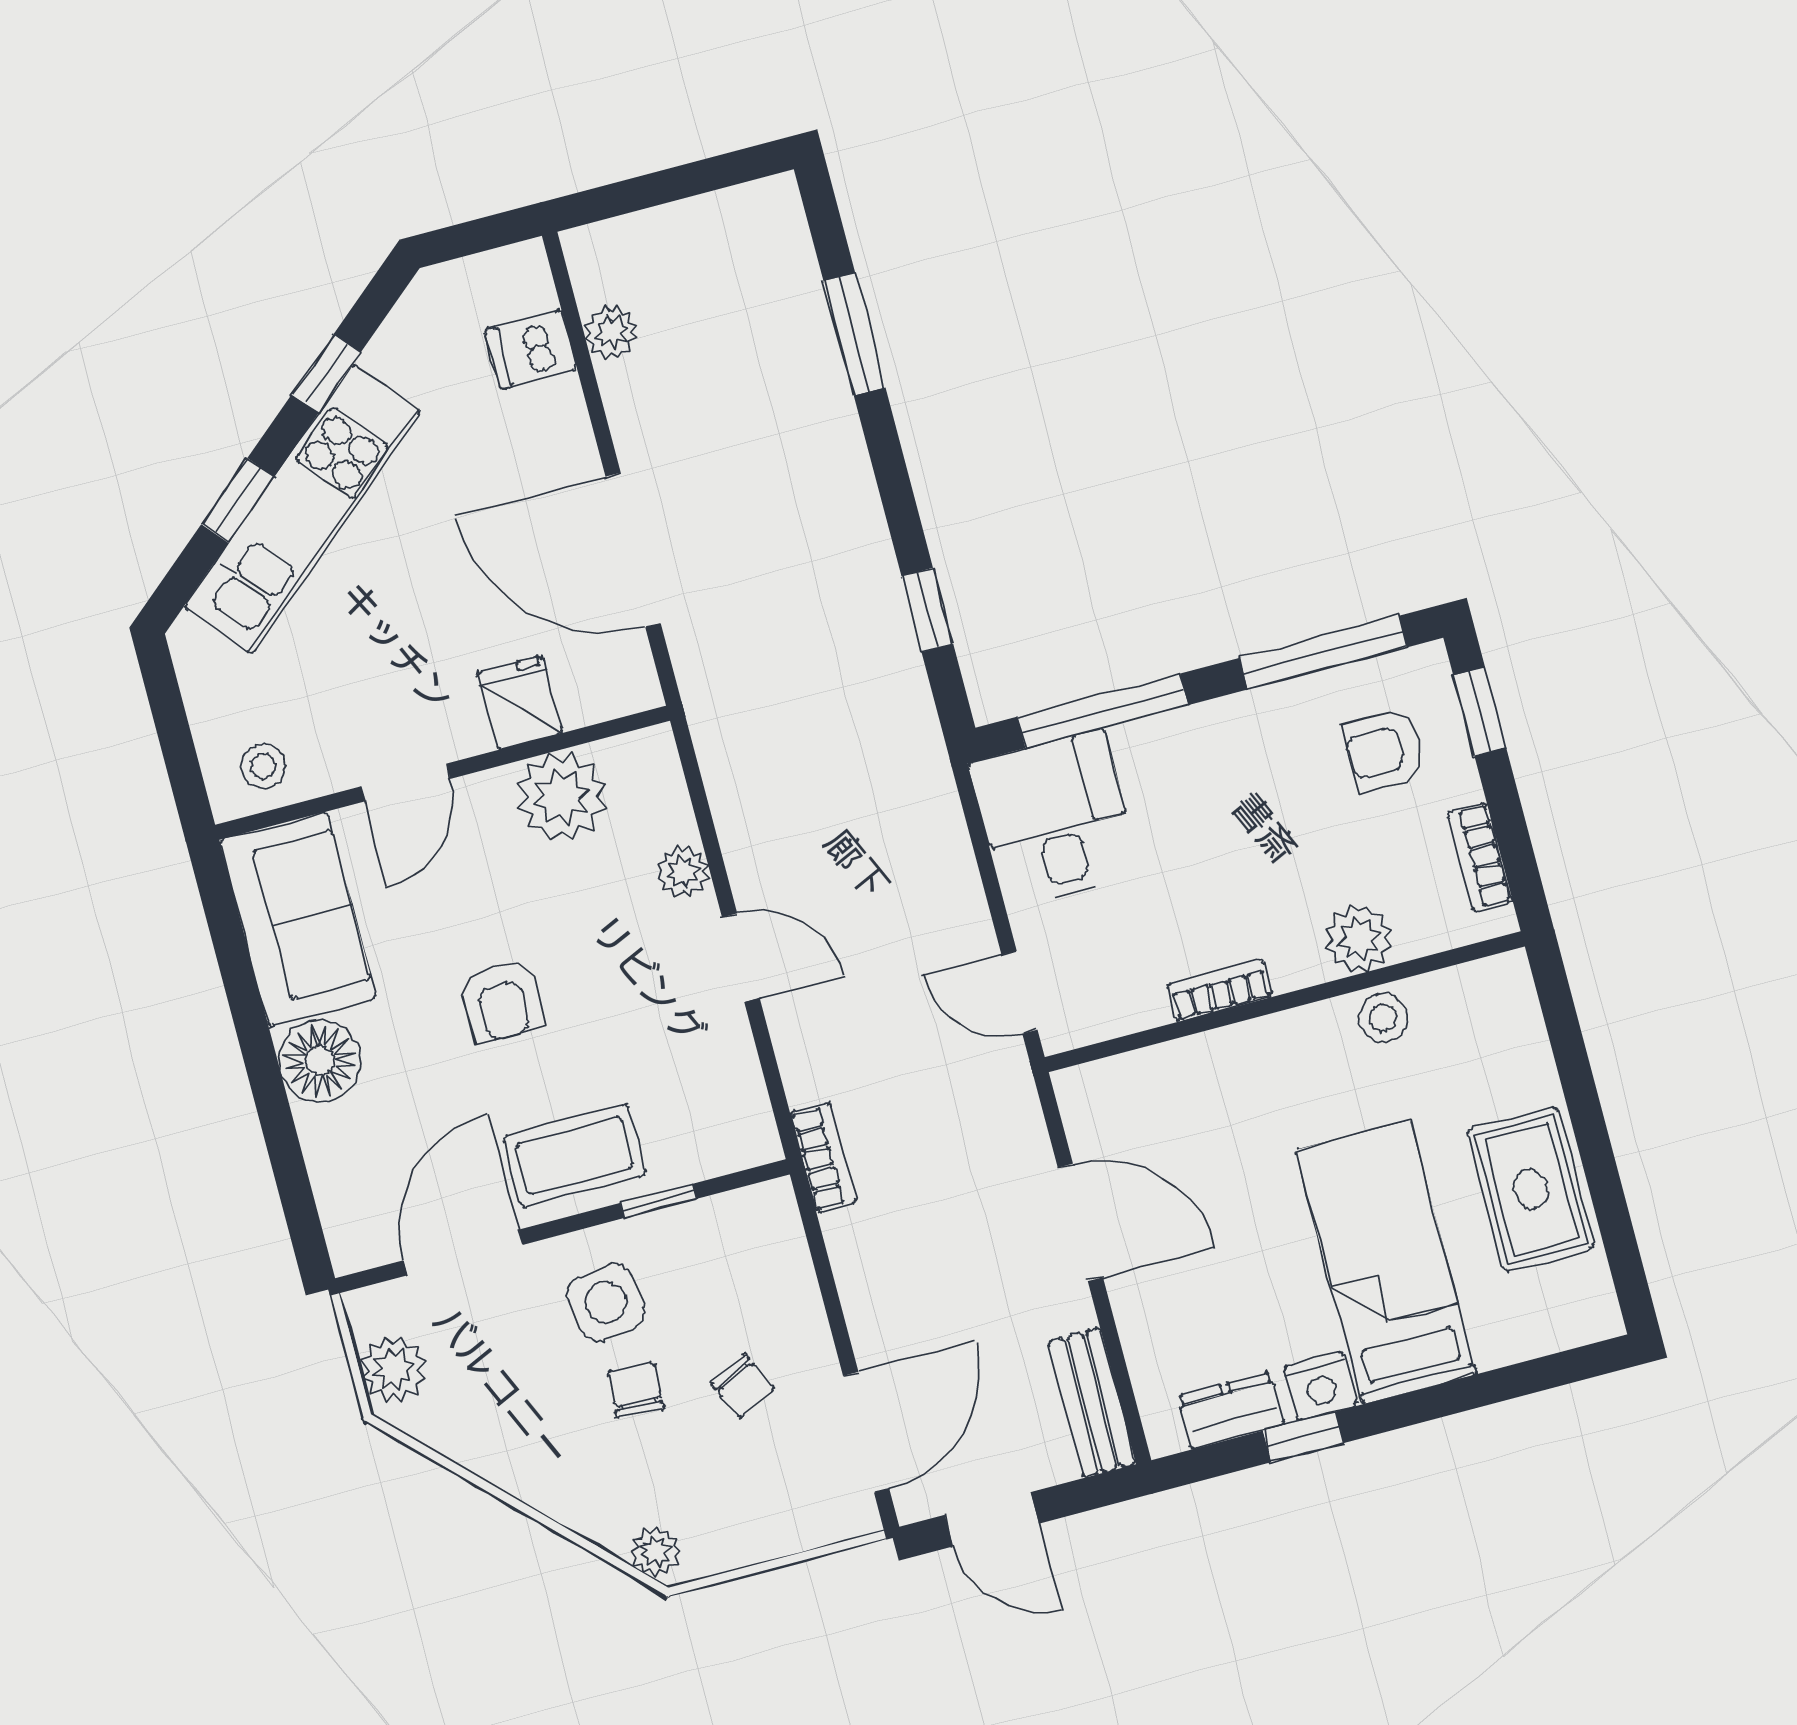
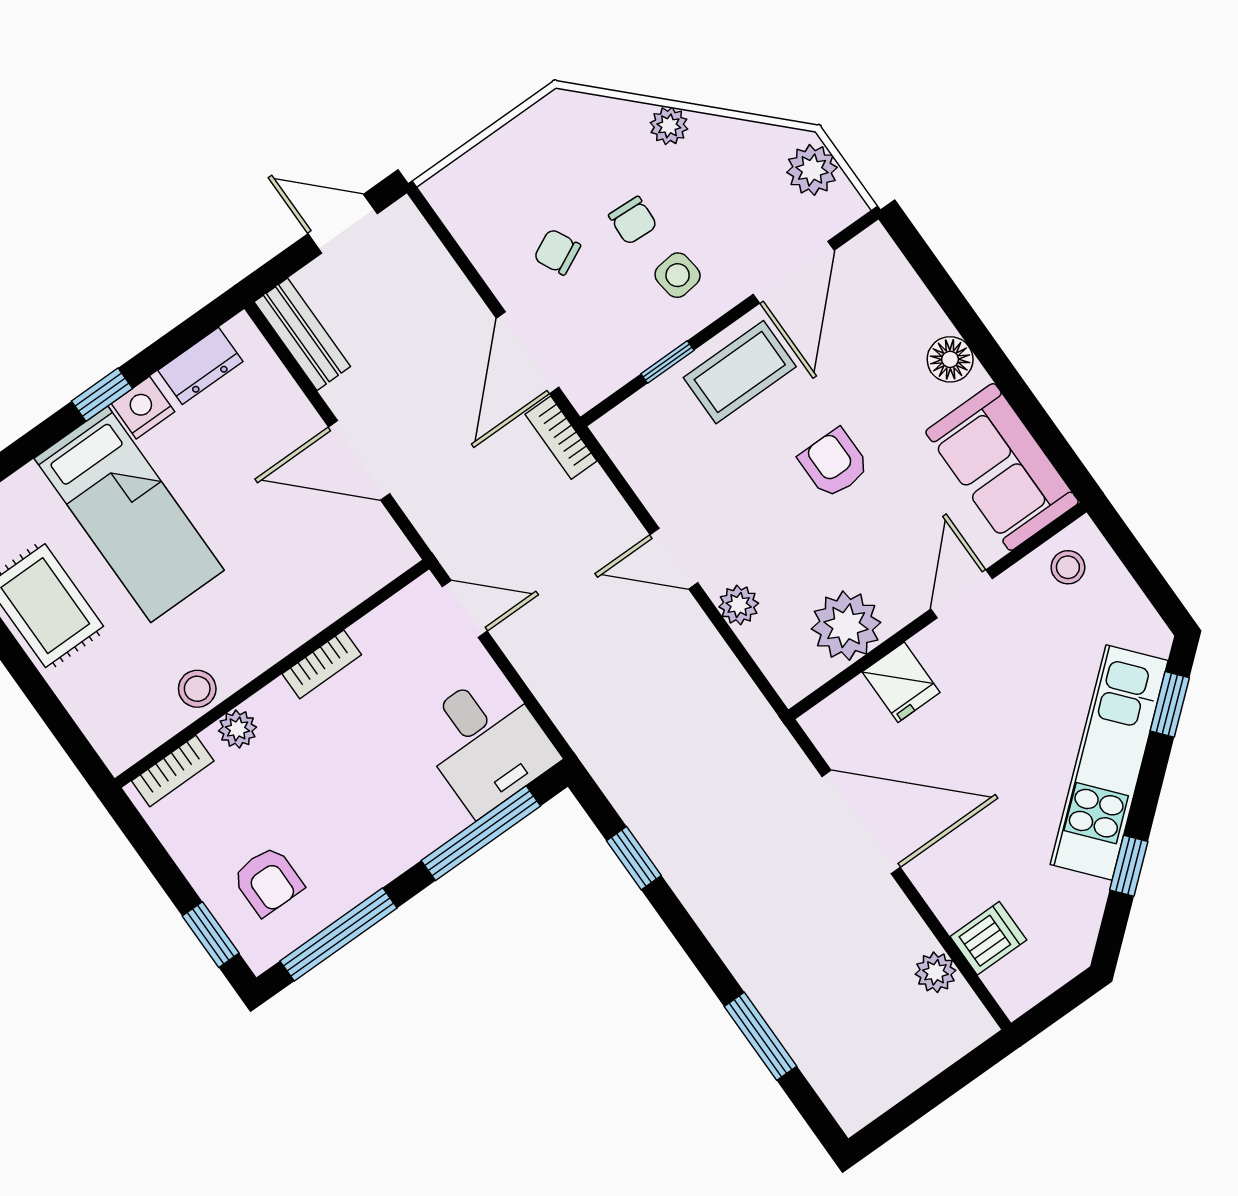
window: (238, 500) -> (1170, 704), moved
armchair: (1385, 750) -> (268, 881), turned 90
bookcase: (1480, 857) -> (173, 771), moved, turned 90
plant: (1359, 938) -> (238, 729), width x0.73, depth x0.73
floor lamp: (320, 1061) -> (950, 359), width x0.73, depth x0.73
side table: (606, 1302) -> (678, 275), width x0.73, depth x0.73
door: (866, 1432) -> (528, 353), moved
window: (1303, 1437) -> (102, 395), moved
plant: (656, 1551) -> (669, 126), moved

